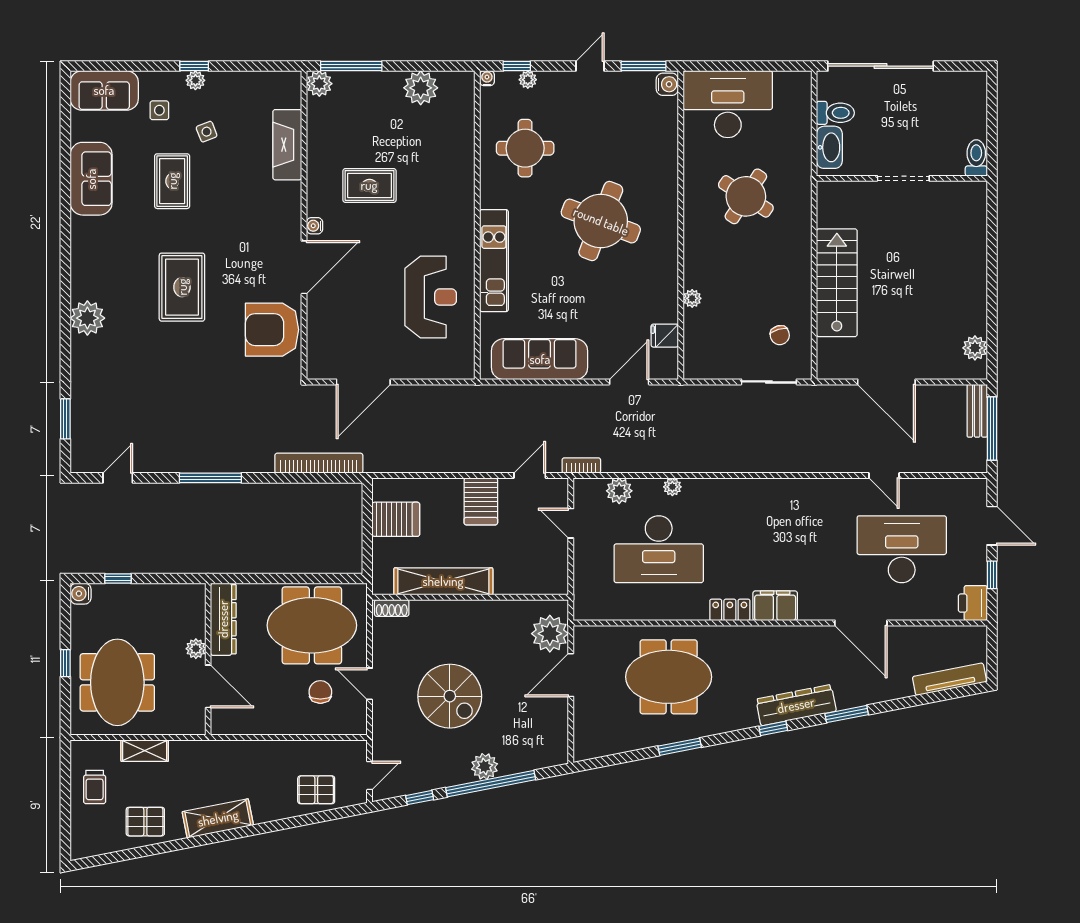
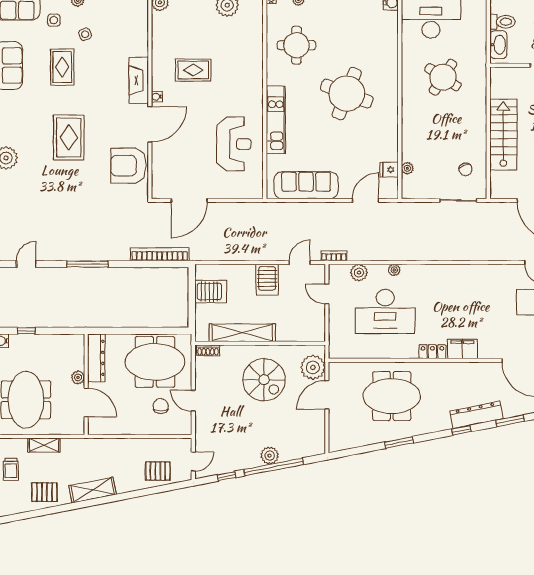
fireplace: (287, 145) -> (139, 80), moved
plant: (692, 298) -> (407, 168), moved
spiral stairs: (450, 696) -> (264, 380), moved

